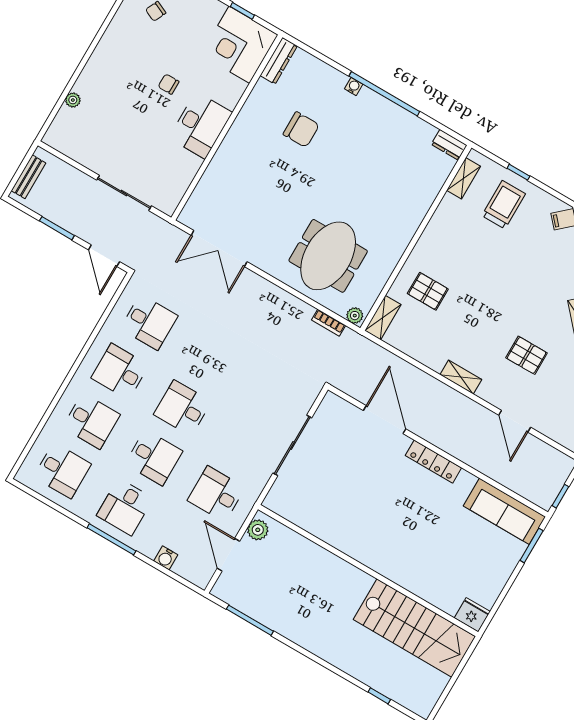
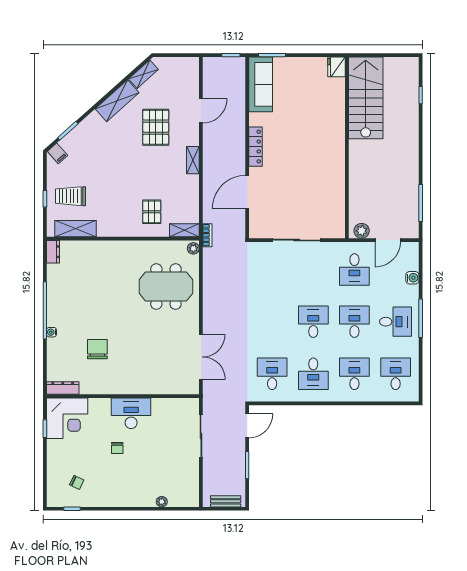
shelving: (463, 178) -> (75, 229), width x1.50, depth x1.33
bookcase: (329, 323) -> (207, 235), moved
pallet: (527, 355) -> (156, 127), width x1.50, depth x1.42
desk: (183, 408) -> (313, 322), turned 180

